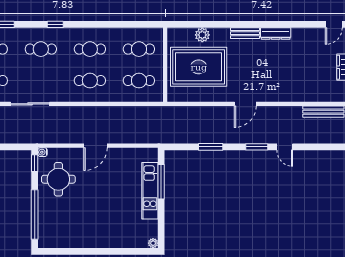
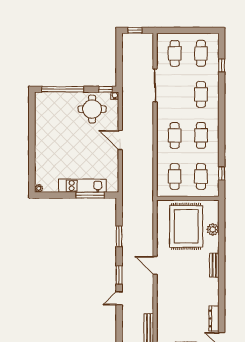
window: (55, 24) -> (222, 174), moved
dresser: (276, 34) -> (214, 318), moved

